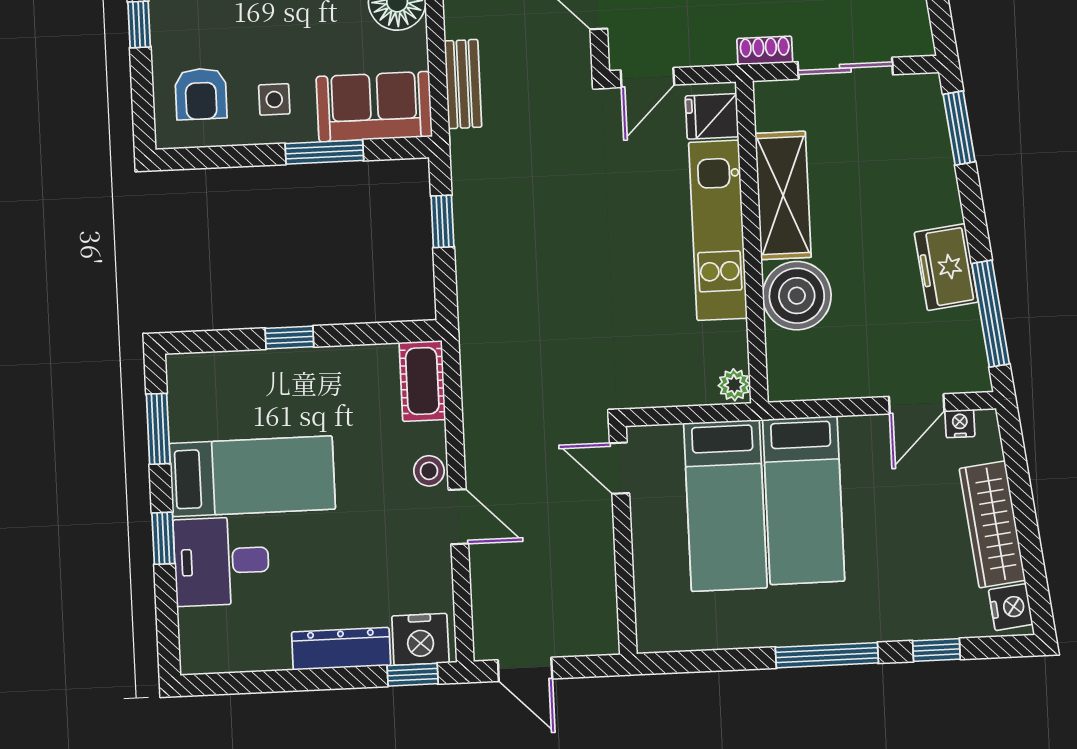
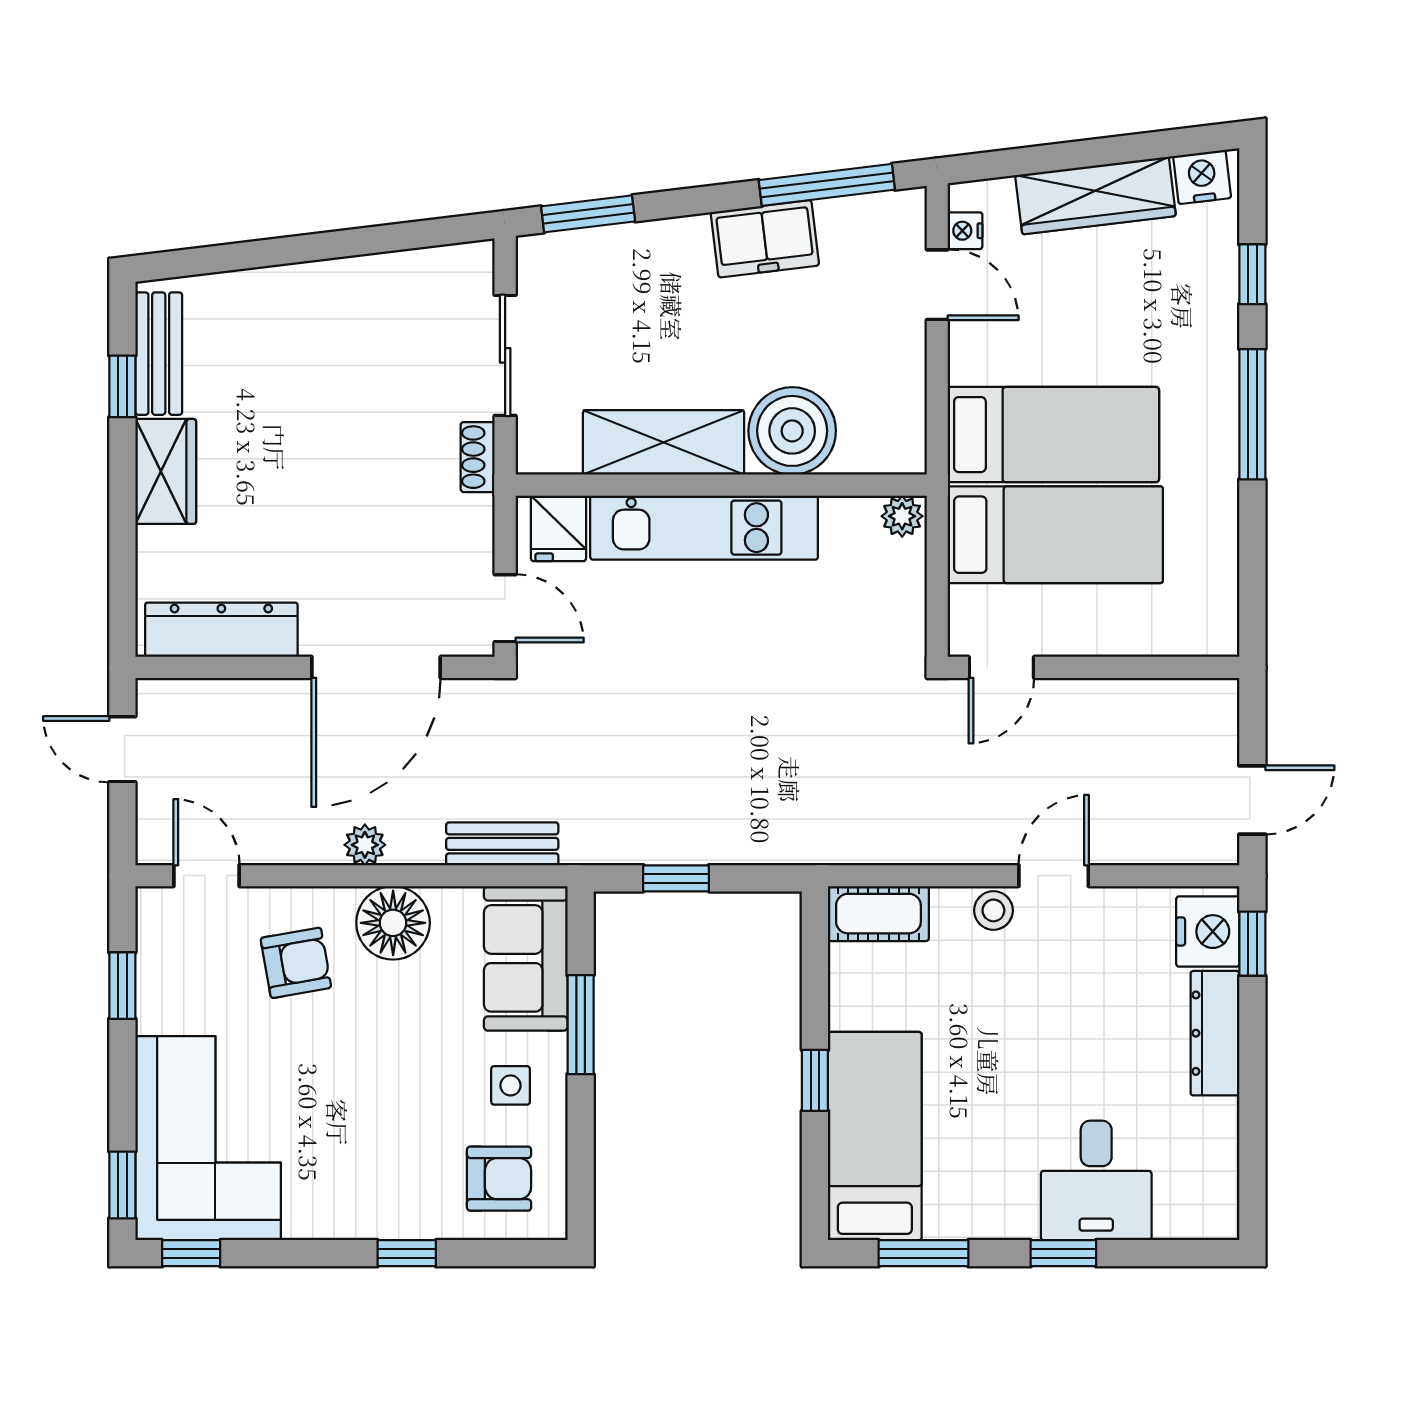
bed: (252, 476) -> (875, 1136), moved

